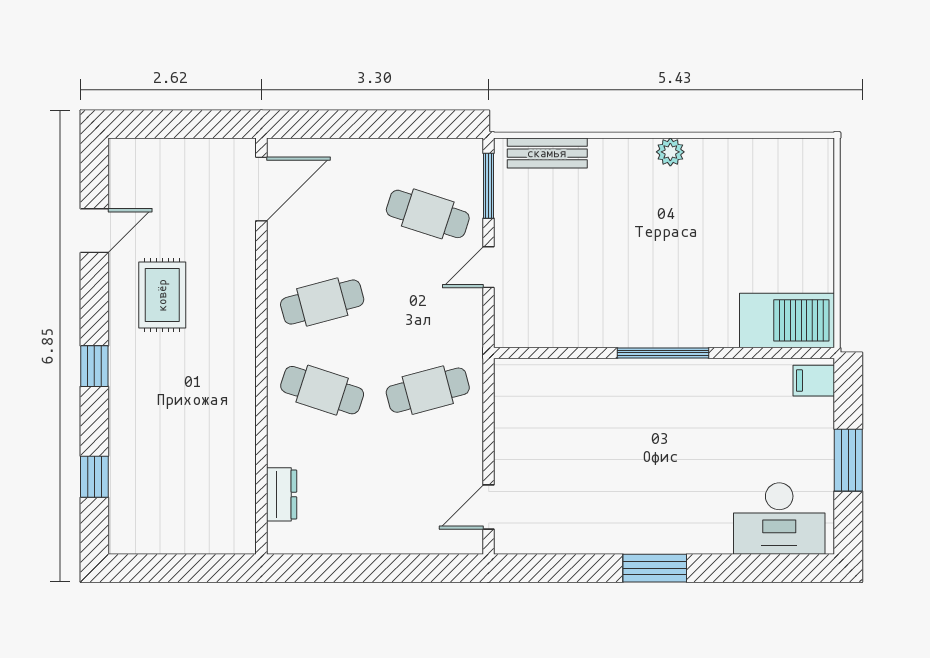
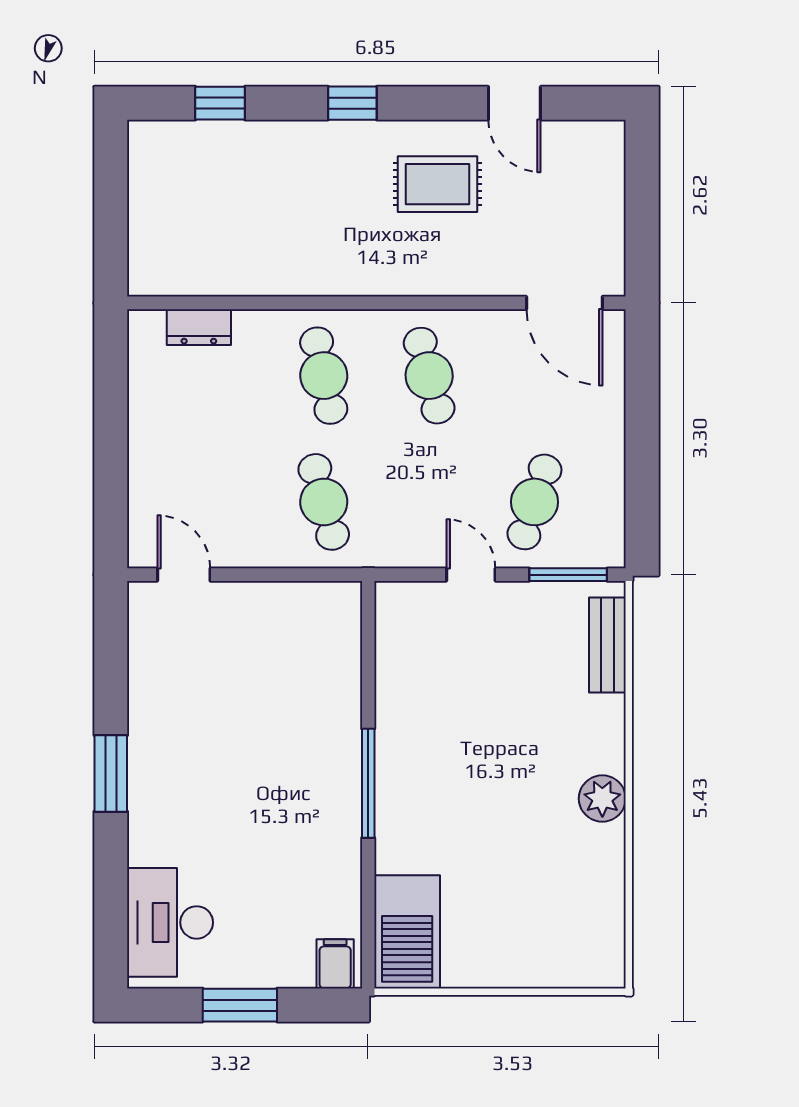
plant: (670, 152) -> (602, 799), width x1.38, depth x1.38
cafe table: (322, 390) -> (324, 376), turned -30

